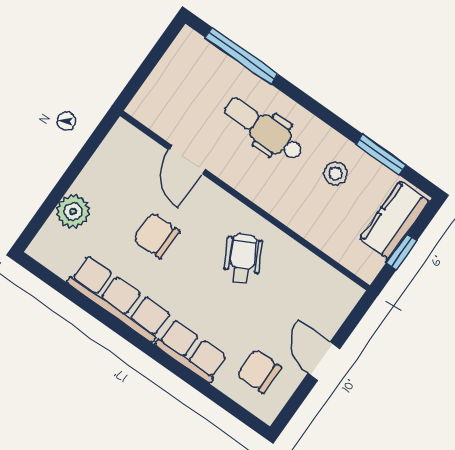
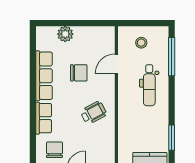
dental chair: (263, 129) -> (149, 85), turned 180
stool: (336, 174) -> (141, 43), moved
chair: (156, 235) -> (79, 73), turned 90

